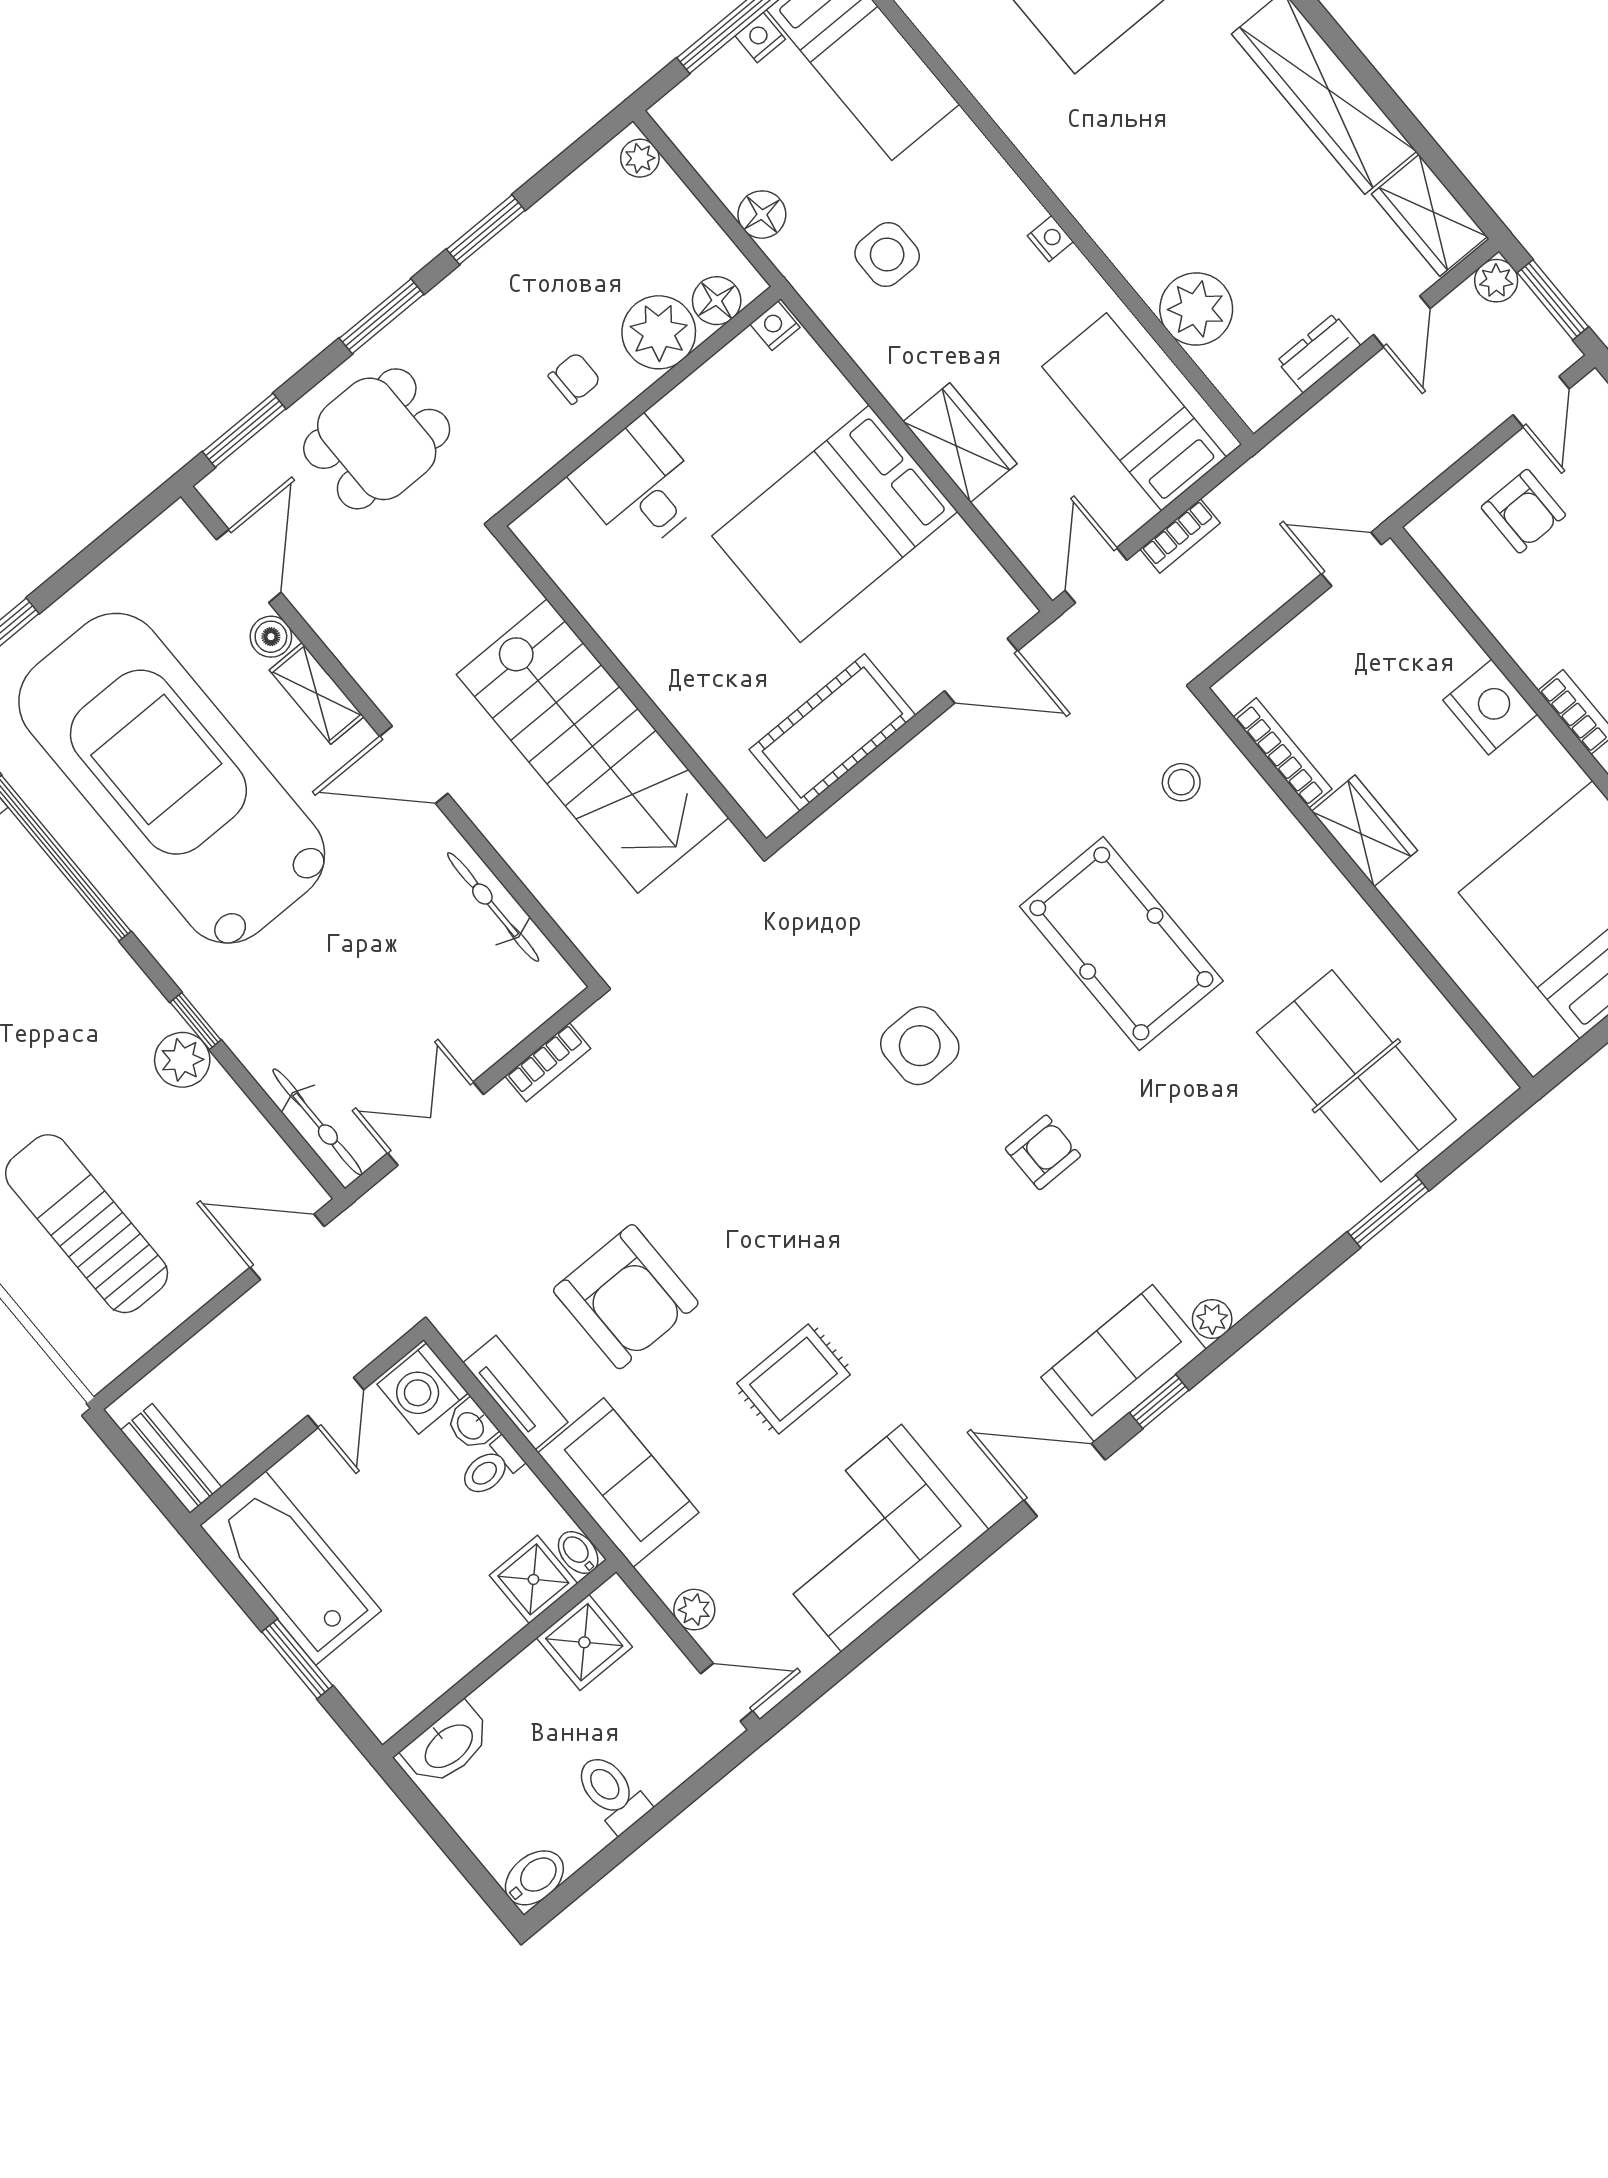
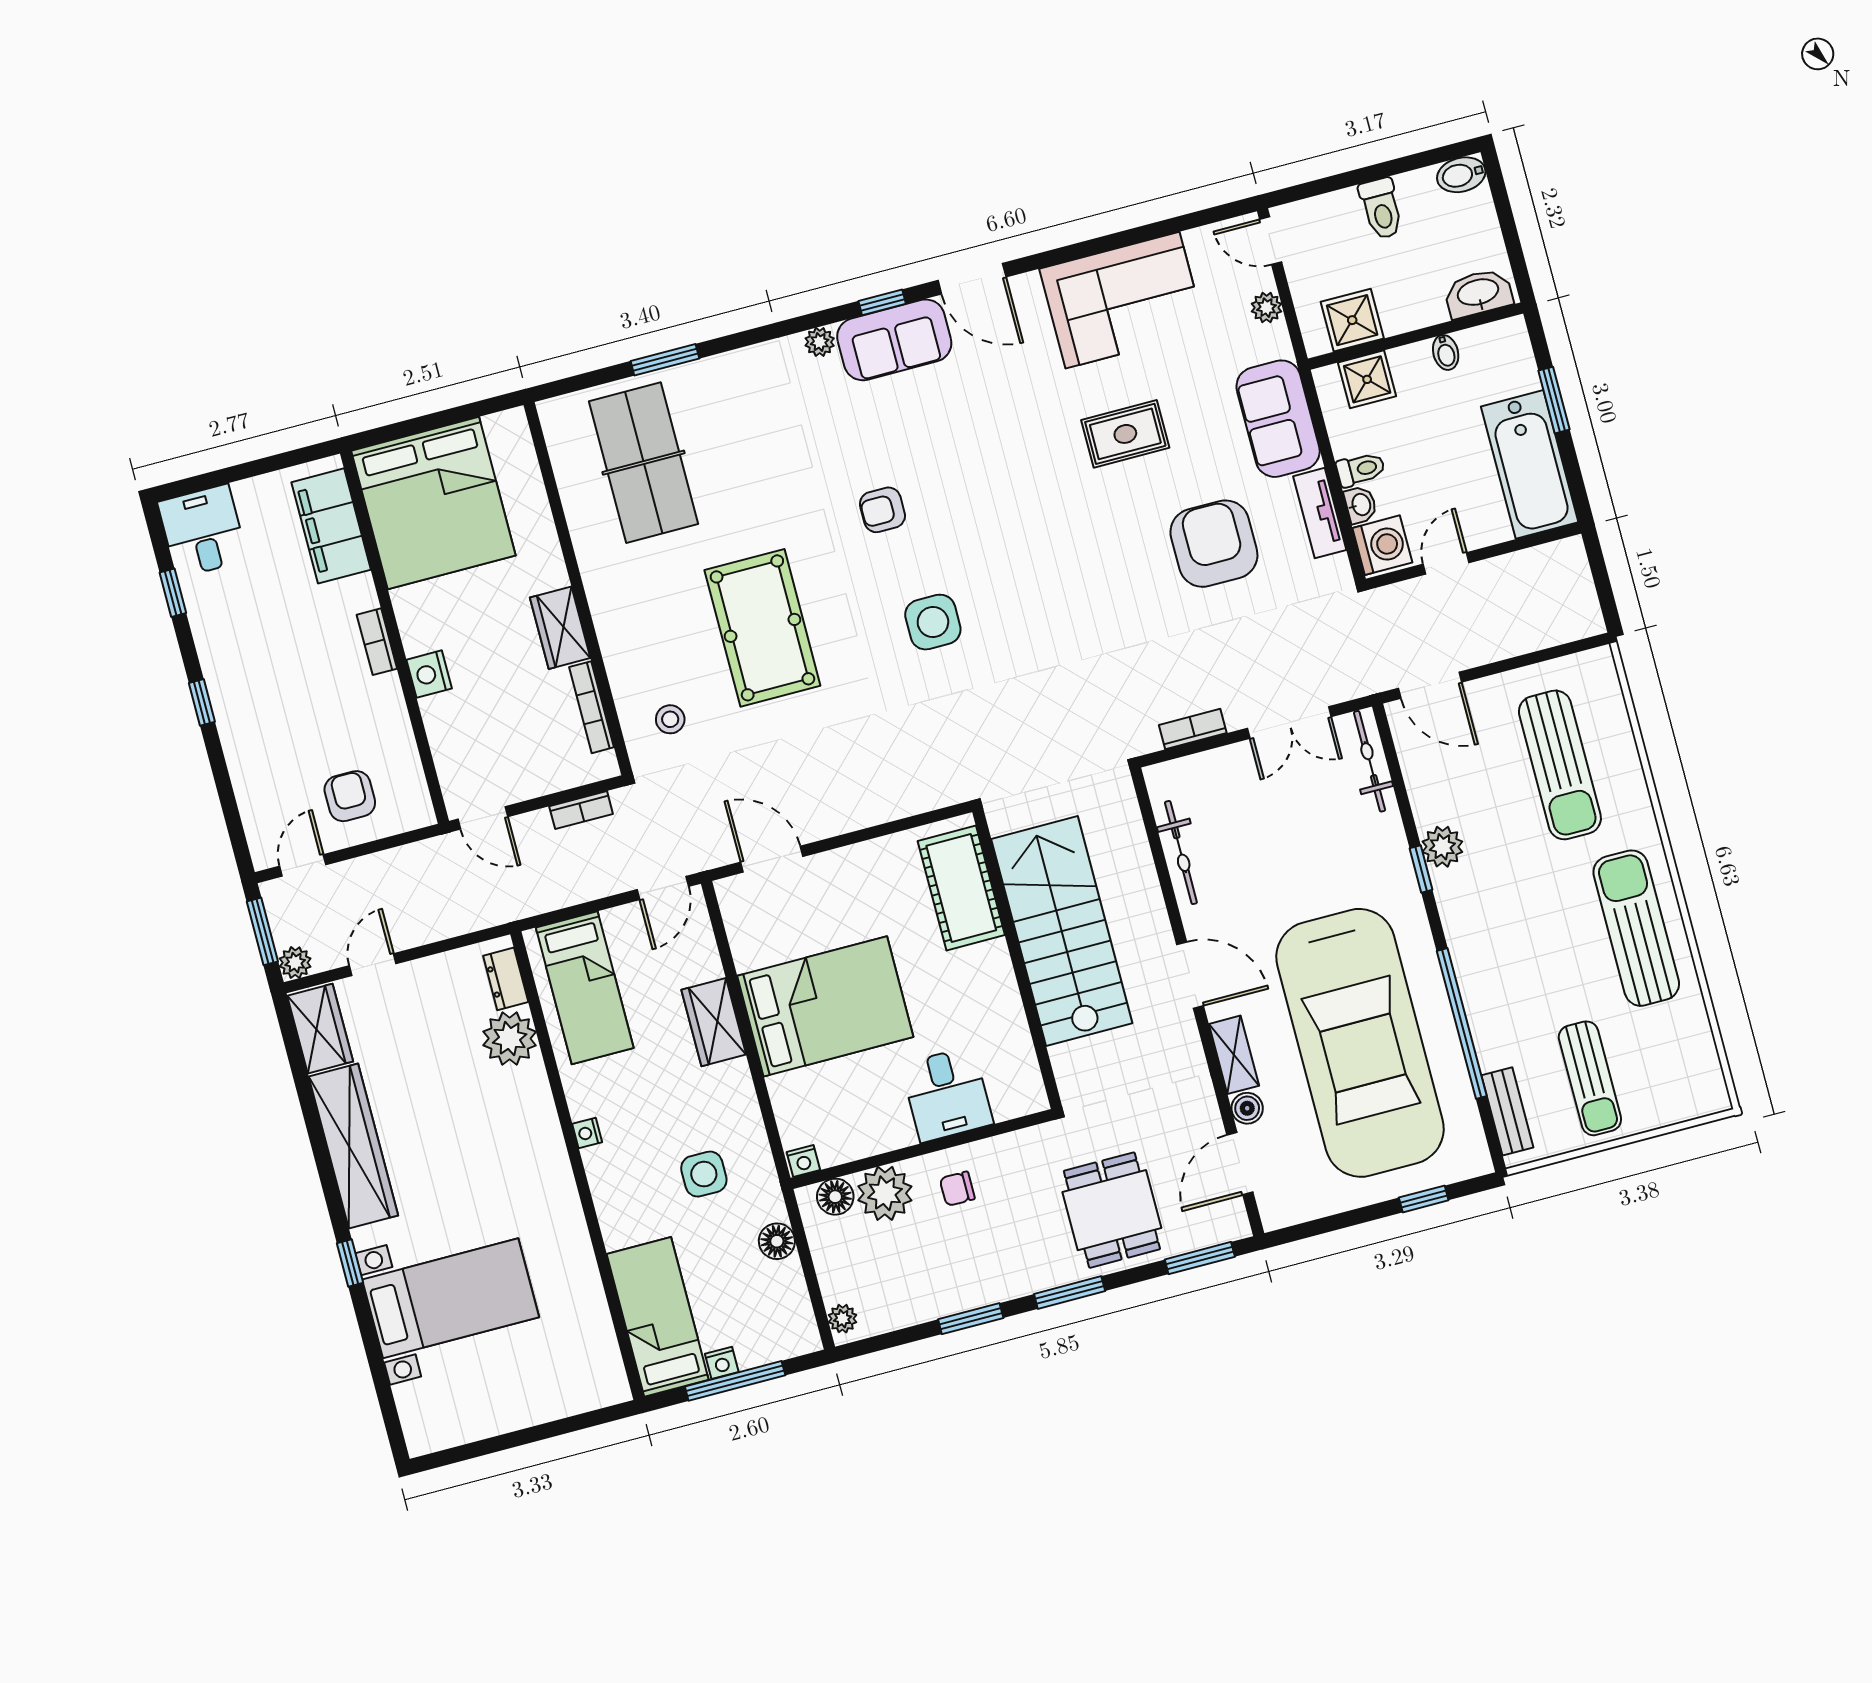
dresser: (1319, 353) -> (506, 979), moved, turned 90
dining table: (377, 439) -> (1112, 1210), turned 90
bookcase: (1180, 536) -> (581, 810), moved, turned 180
nightstand: (1490, 707) -> (429, 674), width x0.74, depth x0.75
cot: (832, 732) -> (961, 888), moved, turned 90
bench: (171, 1459) -> (1577, 577), removed
bidet: (578, 1552) -> (1446, 352), moved

